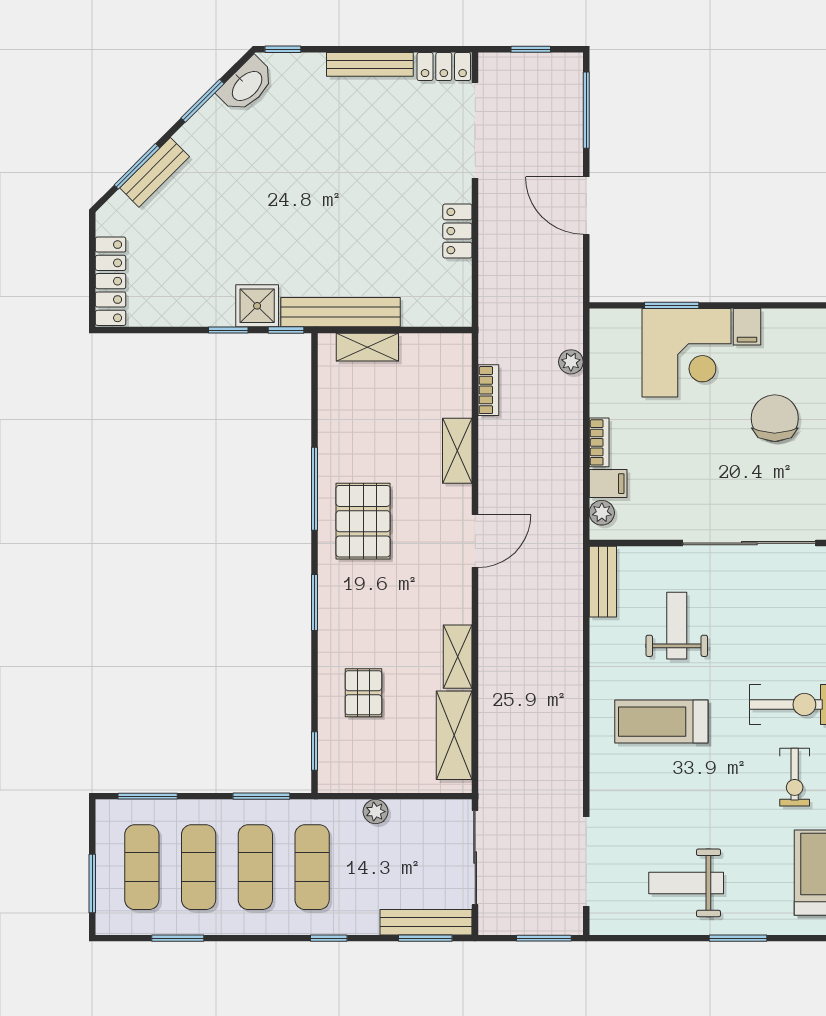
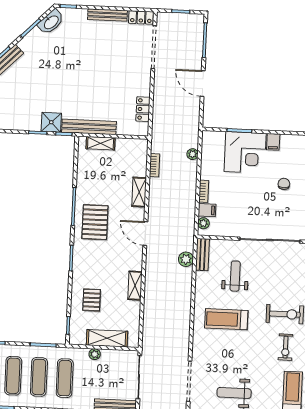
locker: (457, 231) -> (143, 109), moved
chair: (775, 418) -> (284, 184), width x0.54, depth x0.54
door: (475, 541) -> (145, 233), swing flipped
plant: (567, 594) -> (186, 259), added
shelving: (454, 735) -> (107, 338), moved, turned 90

